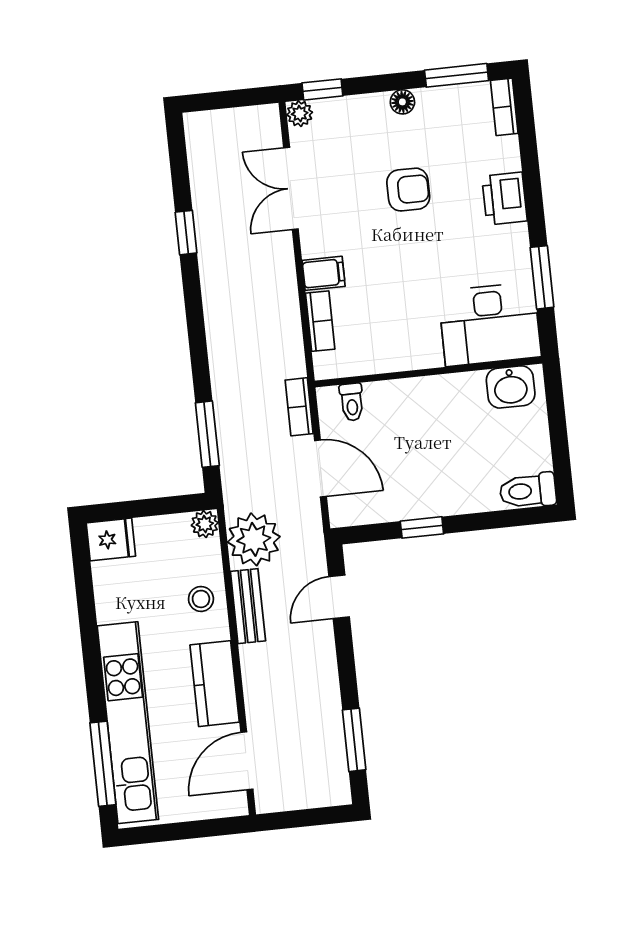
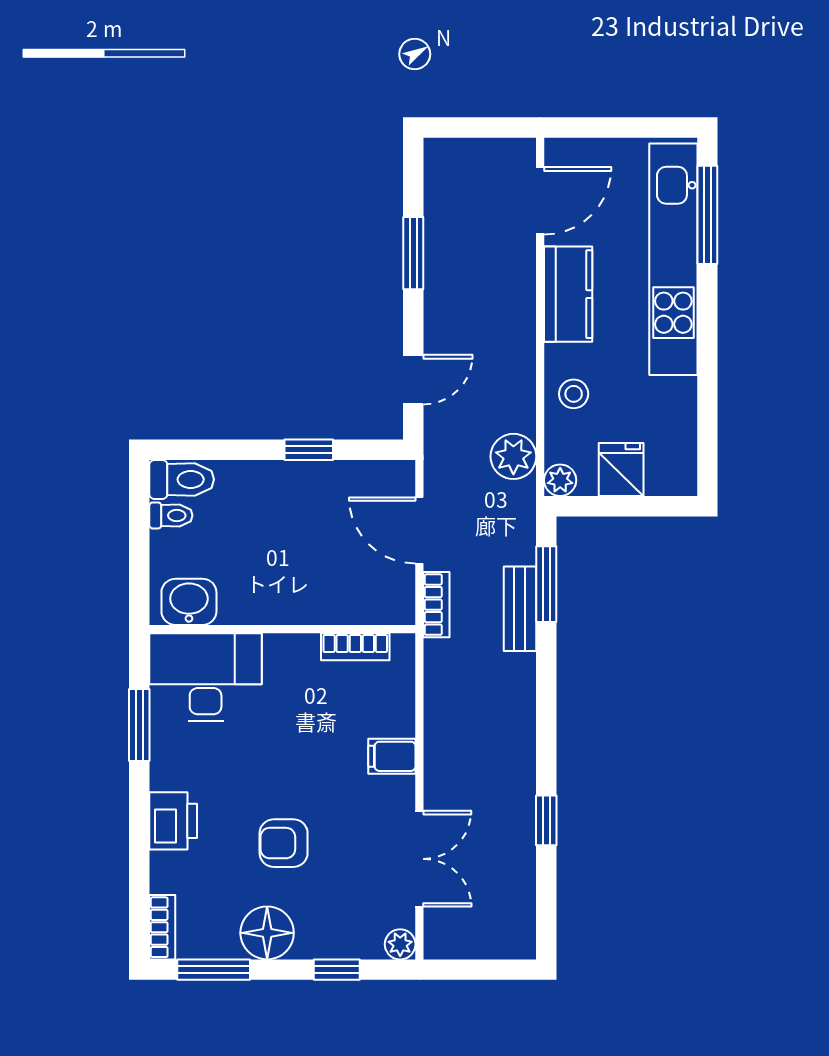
window: (322, 89) -> (337, 970), moved
floor lamp: (402, 102) -> (267, 933), width x1.89, depth x1.89
bookcase: (320, 321) -> (355, 647), moved, turned -90
toilet: (352, 402) -> (171, 515), moved, turned 90
fridge: (111, 539) -> (621, 470), moved, turned 90
plant: (254, 539) -> (513, 456), width x0.73, depth x0.73
bench: (248, 606) -> (520, 609), moved
window: (354, 740) -> (413, 253), moved

